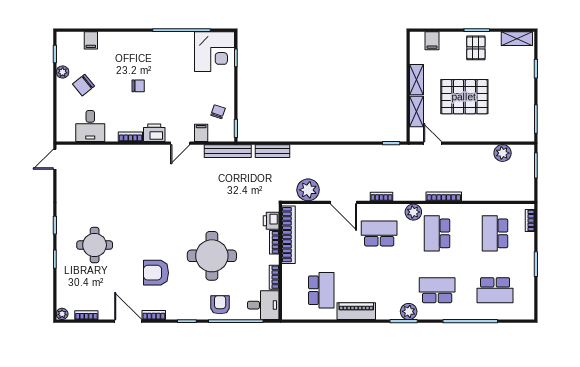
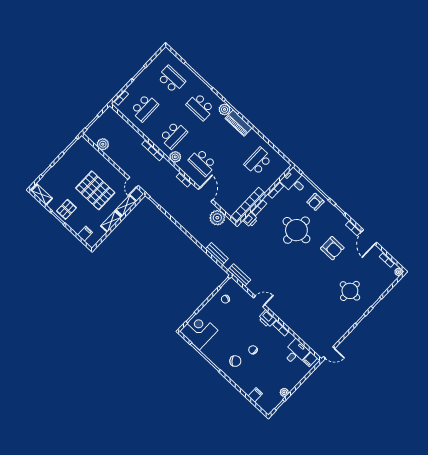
chair: (84, 85) -> (235, 361), moved
filing cabinet: (201, 133) -> (310, 359), moved
bench: (228, 151) -> (239, 275), width x0.73
piano: (356, 311) -> (239, 123), moved

